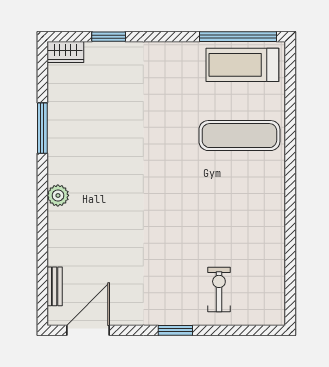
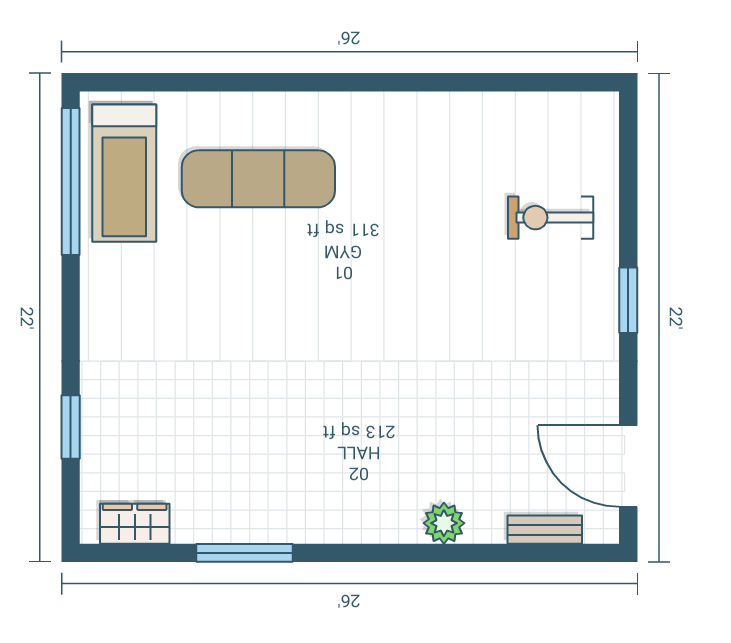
wardrobe: (65, 52) -> (135, 524), moved, turned -90
exercise mat: (239, 136) -> (258, 179), turned 90
plant: (58, 195) -> (444, 523), moved

